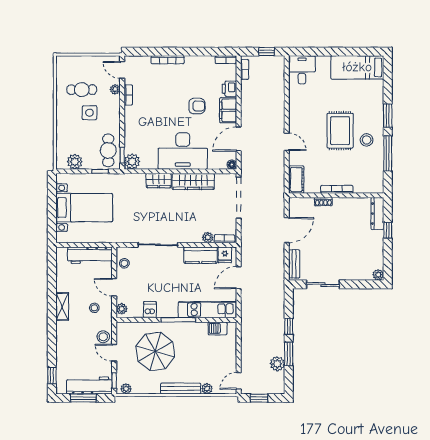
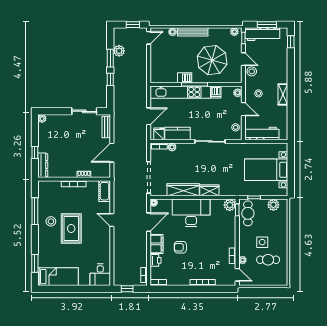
window: (388, 116) -> (35, 263), moved
kitchen unit: (207, 310) -> (180, 92), width x1.36
barbecue: (217, 328) -> (185, 78), moved

